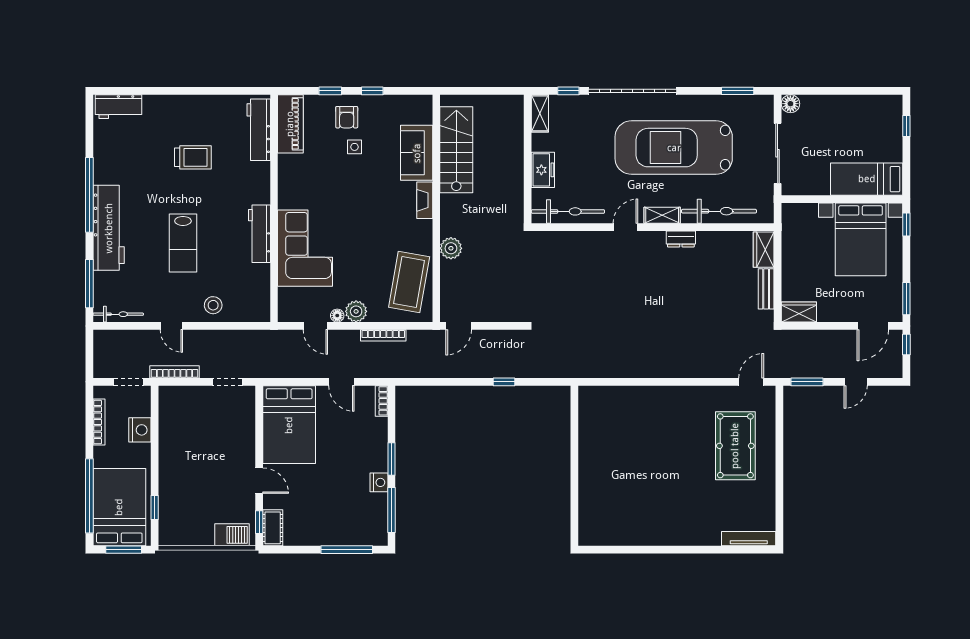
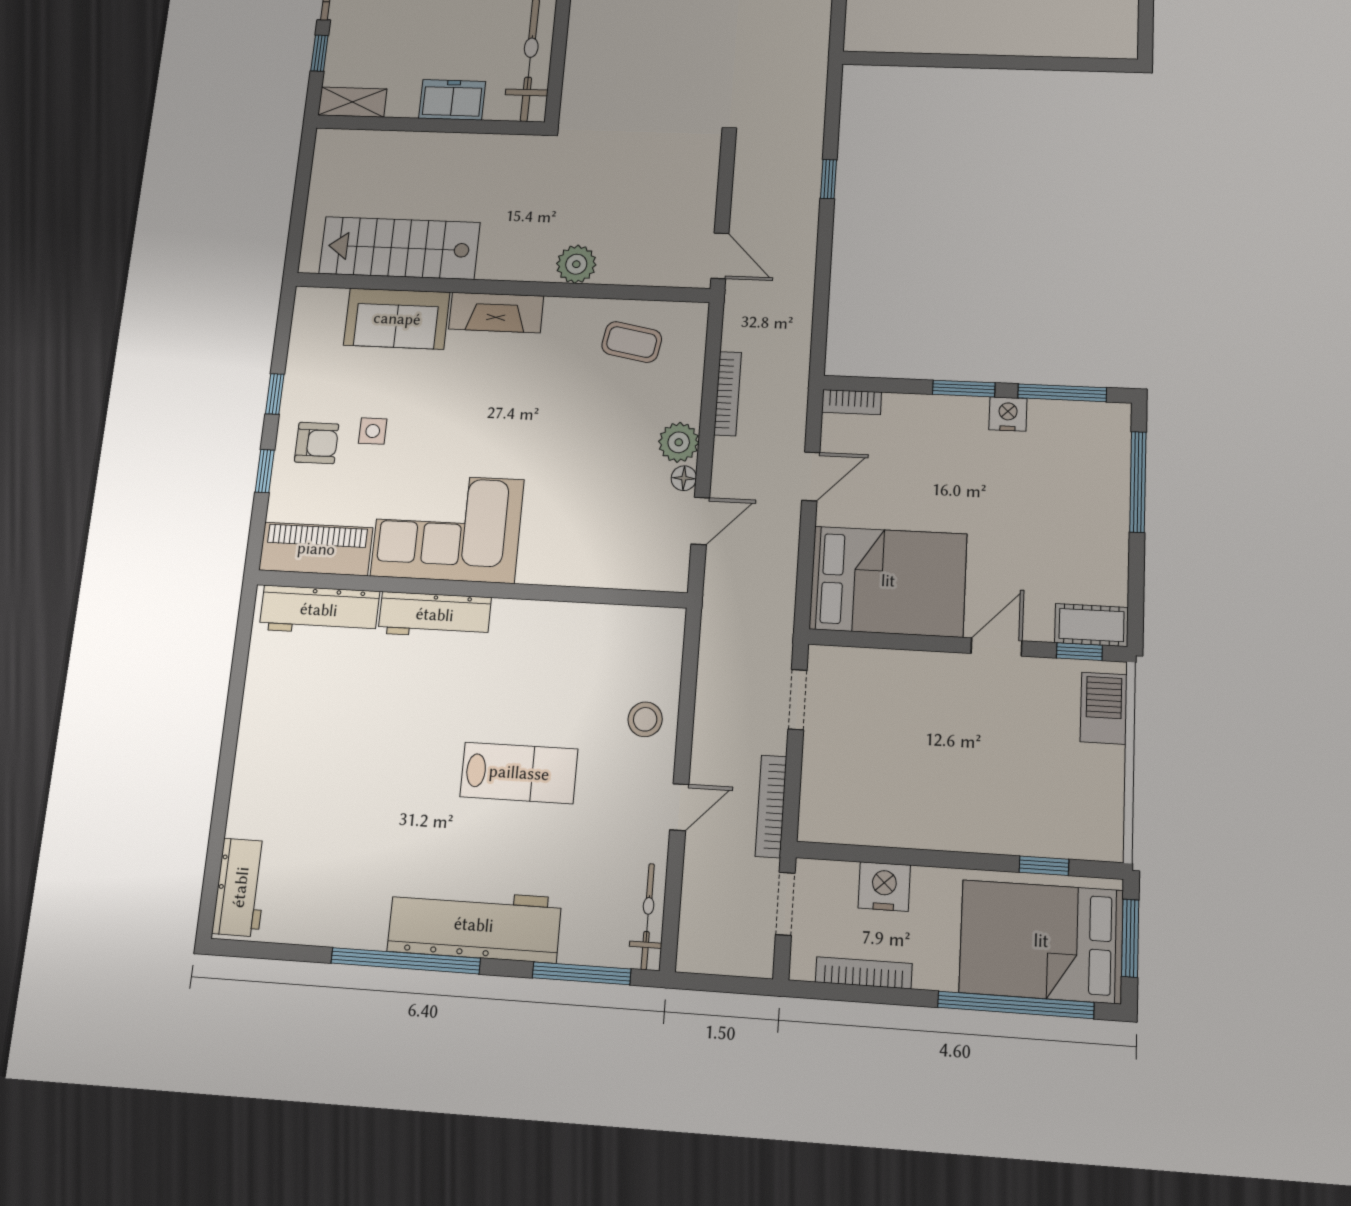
trolley: (193, 157) -> (356, 742), removed
fireplace: (425, 200) -> (496, 313), width x1.37, depth x1.32
workbench: (259, 234) -> (435, 615), moved
corner sofa: (305, 248) -> (447, 528), moved
coffee table: (409, 282) -> (632, 342), width x0.54, depth x0.58

